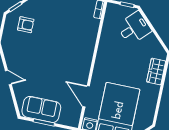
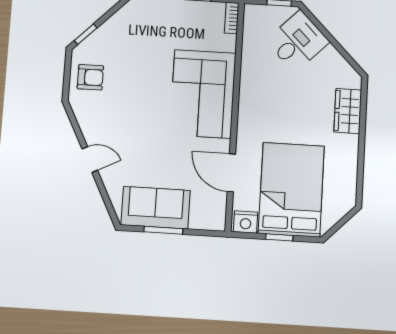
armchair: (26, 25) -> (90, 77), moved
corner sofa: (77, 50) -> (203, 94), added

